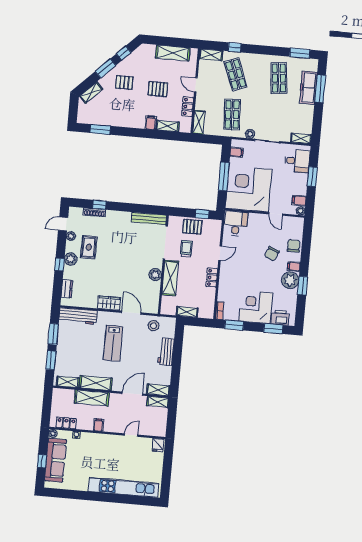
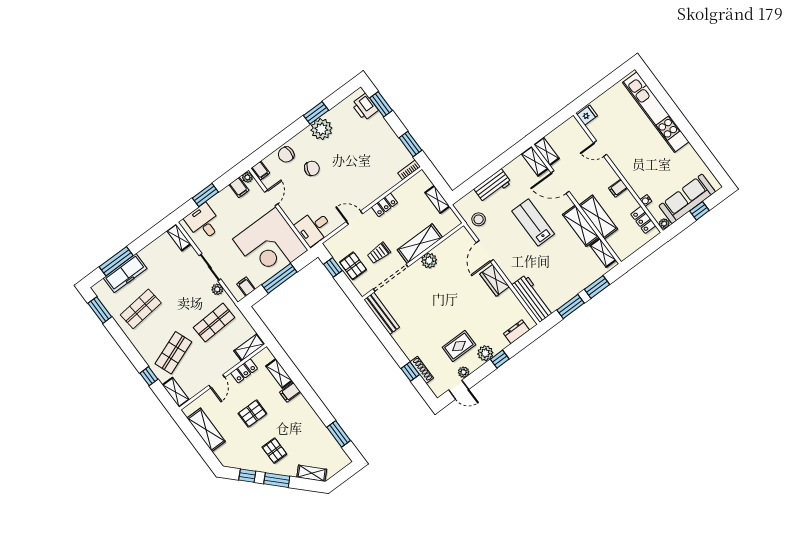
pallet: (158, 89) -> (252, 413), turned 90
filing cabinet: (294, 266) -> (261, 170), moved
corner desk: (256, 307) -> (375, 139), removed
lab bench: (113, 343) -> (533, 222), moved, turned -90

